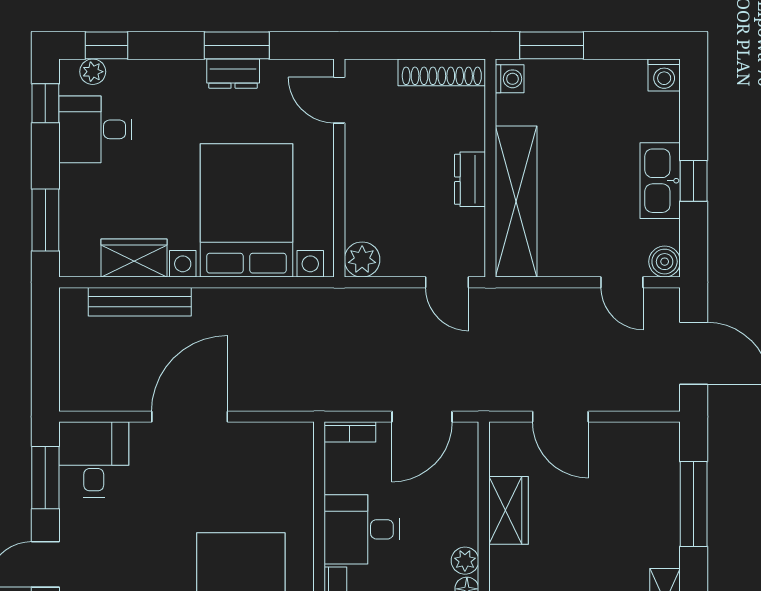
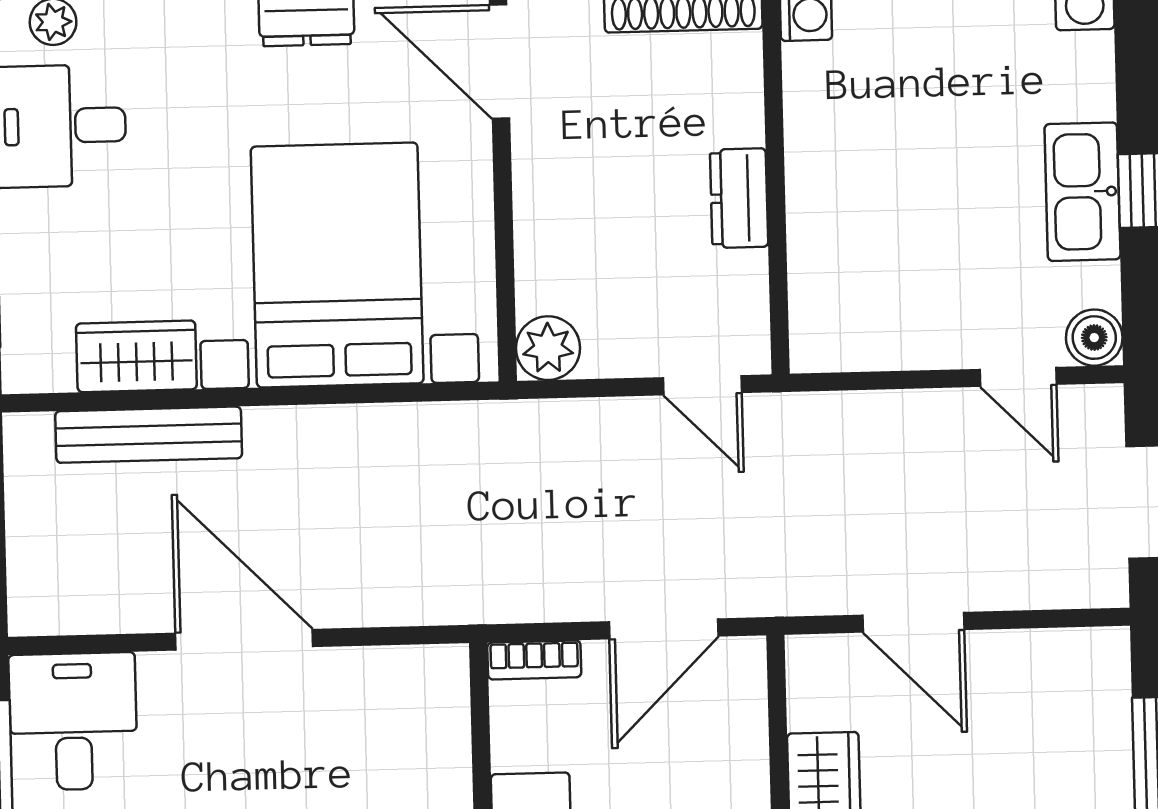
door: (339, 100) -> (499, 62), width x1.38
shelving: (516, 202) -> (823, 236), removed
door: (190, 417) -> (244, 640), hinge flipped

